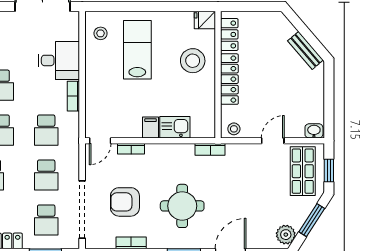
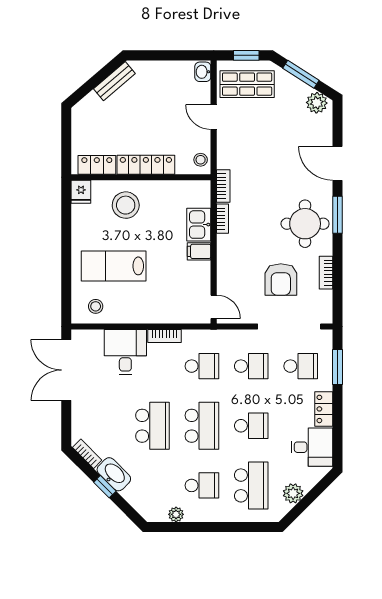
bookcase: (131, 149) -> (223, 219), moved
round table: (182, 206) -> (305, 224), moved

